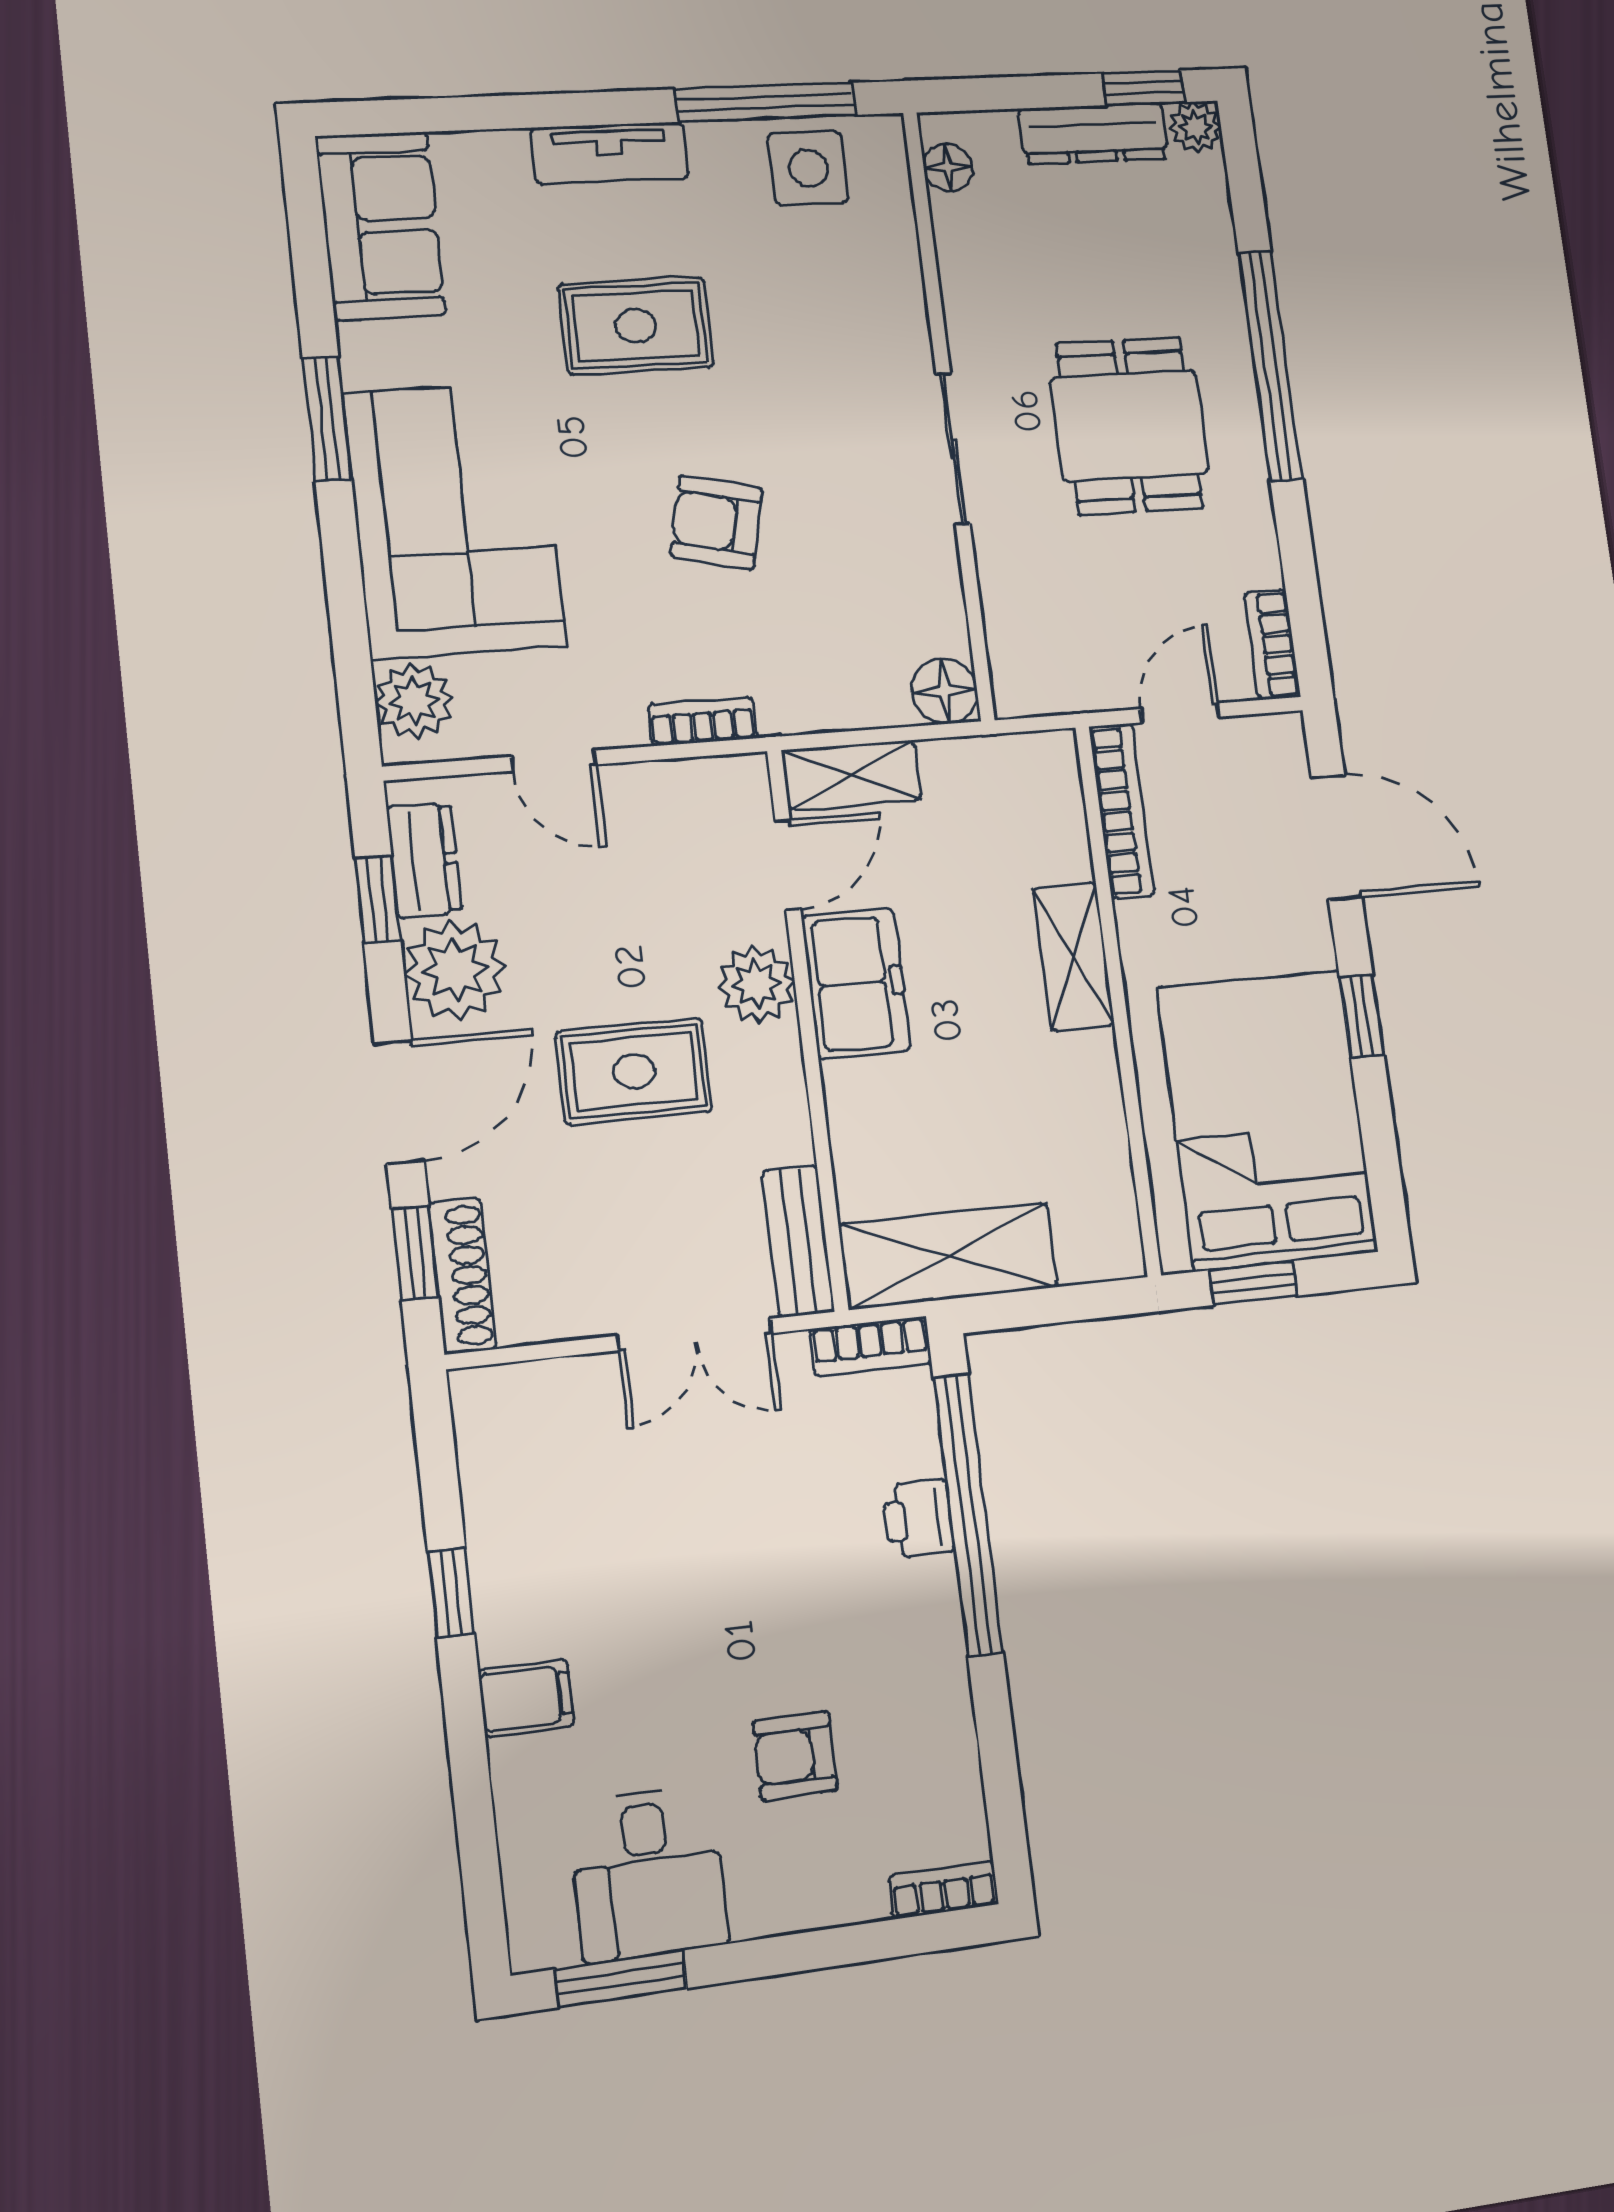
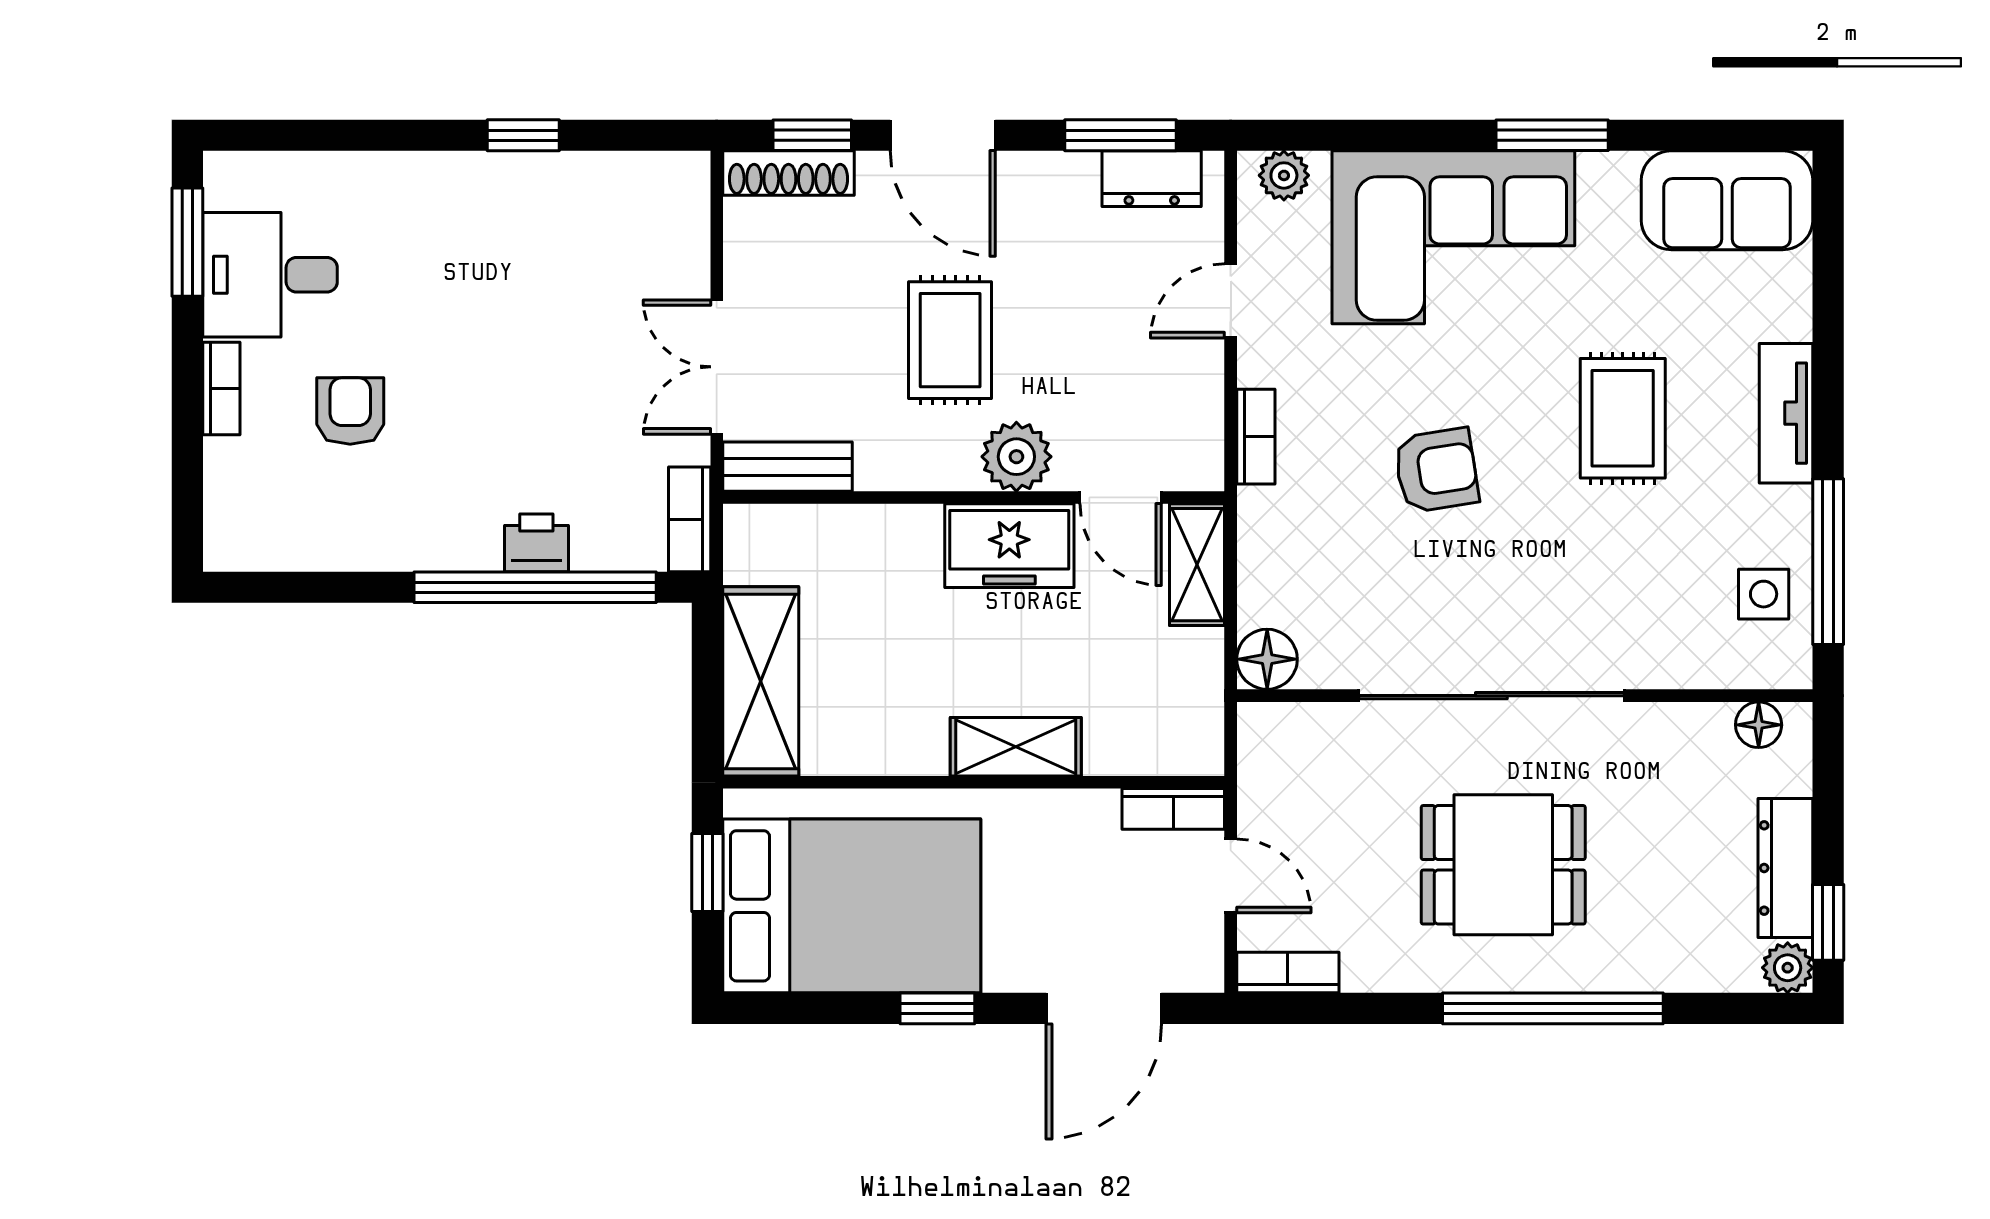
side table: (808, 168) -> (1764, 594), width x0.73, depth x0.73
sliding door: (953, 449) -> (1491, 696), width x1.86
armchair: (717, 522) -> (1436, 470), turned 68
plant: (414, 701) -> (1284, 175), width x0.73, depth x0.73
bookcase: (1122, 811) -> (1173, 809), width x0.64
window: (378, 899) -> (1121, 135), width x1.50
plant: (455, 970) -> (1053, 195), removed
shelving: (948, 1256) -> (761, 681), moved
filing cabinet: (526, 1698) -> (428, 189), removed
bookcase: (944, 1890) -> (221, 388), moved

